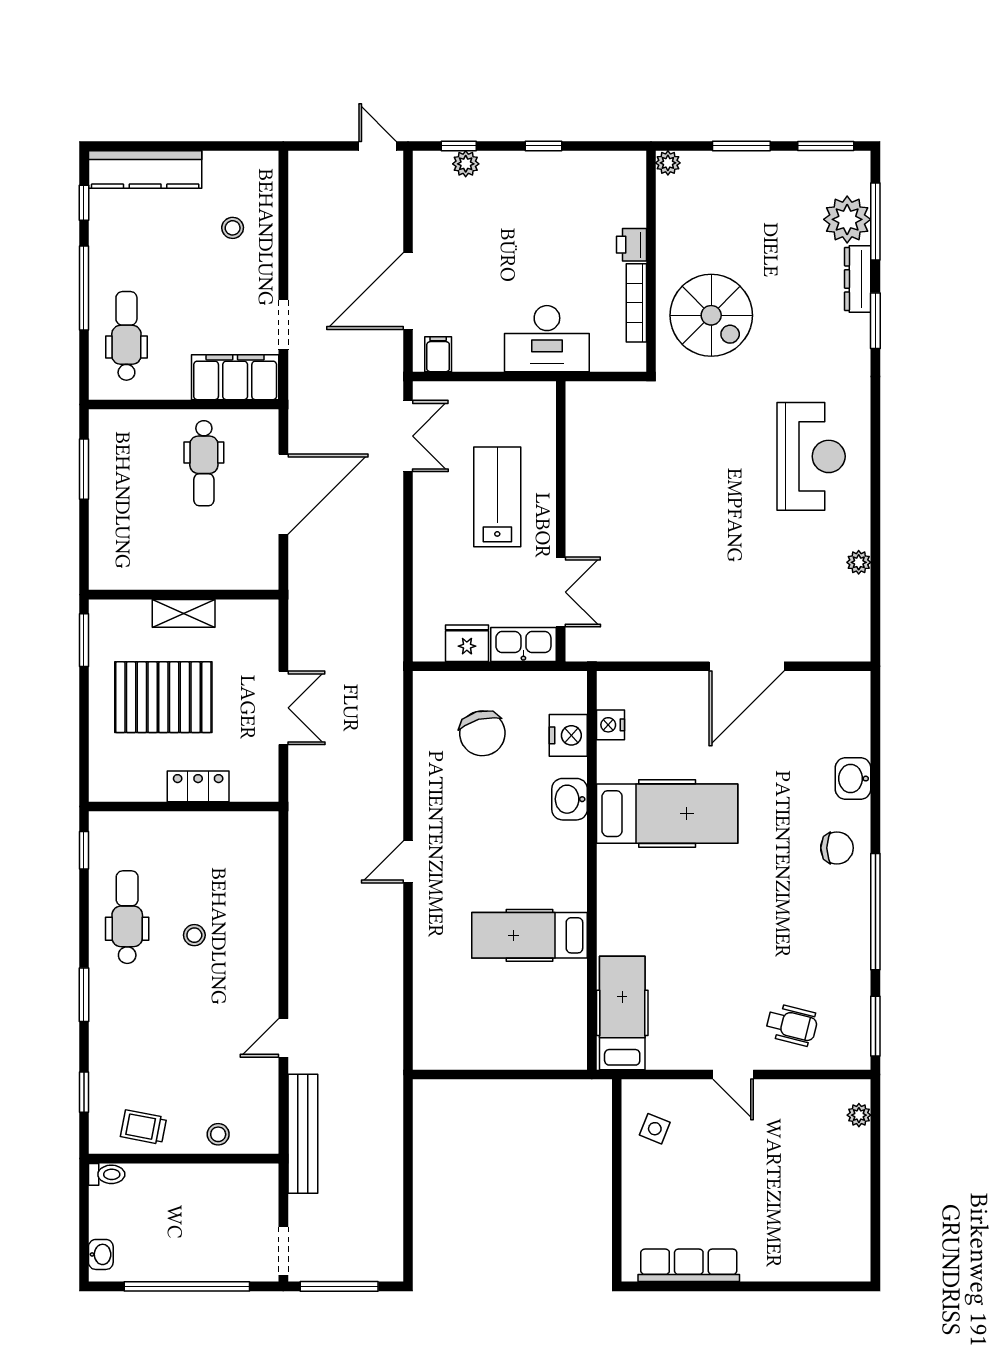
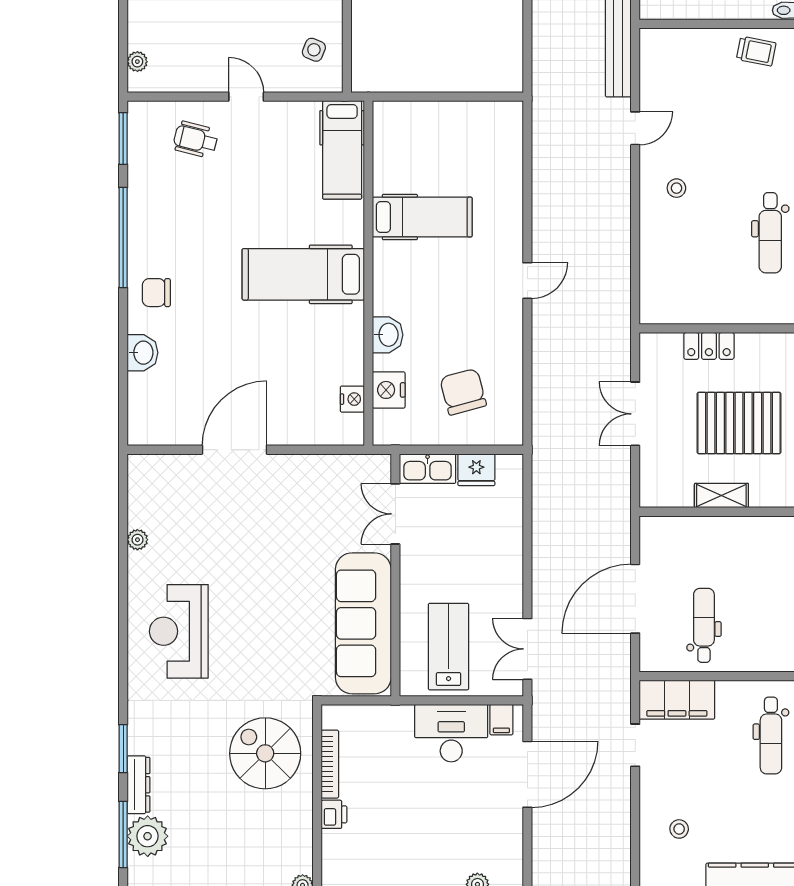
desk: (547, 339) -> (451, 733), moved
sofa: (598, 466) -> (363, 623), added
lab bench: (497, 497) -> (449, 647), moved, turned 180
hospital bed: (667, 814) -> (303, 274), moved
stool: (194, 935) -> (676, 188), moved
stool: (218, 1134) -> (692, 45), removed

